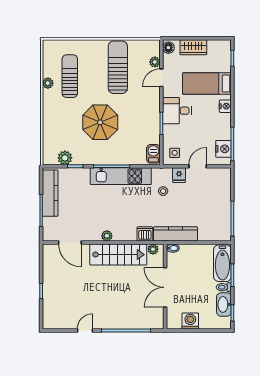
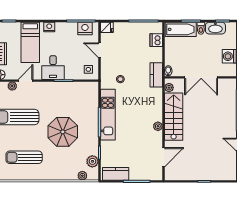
door: (161, 78) -> (25, 81), swing flipped
plant: (48, 83) -> (82, 176), moved
barbecue: (153, 154) -> (89, 87), removed
fridge: (179, 175) -> (107, 27), moved
kitchen counter: (50, 193) -> (116, 174), width x0.67
dishwasher: (145, 234) -> (156, 40), moved
kitchen counter: (176, 234) -> (156, 75), width x0.67

